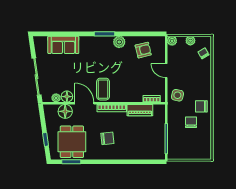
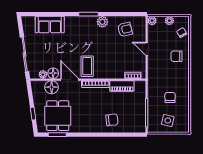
side table: (177, 95) -> (168, 121), moved
chair: (201, 106) -> (177, 56), moved
chair: (107, 138) -> (112, 120), moved

